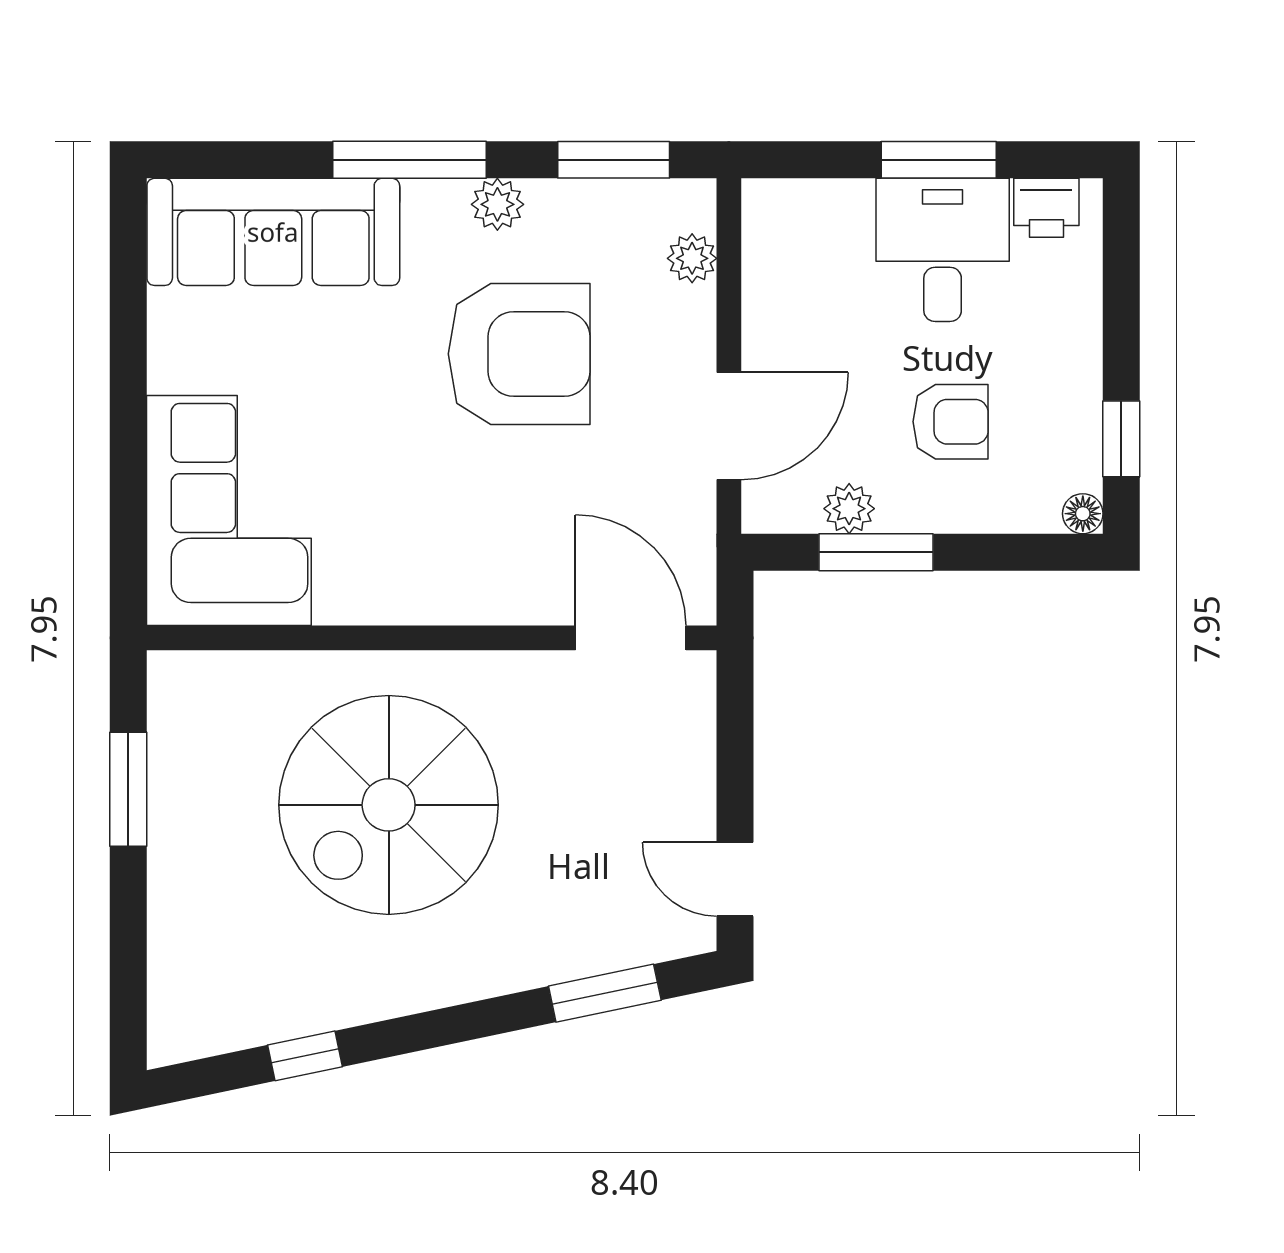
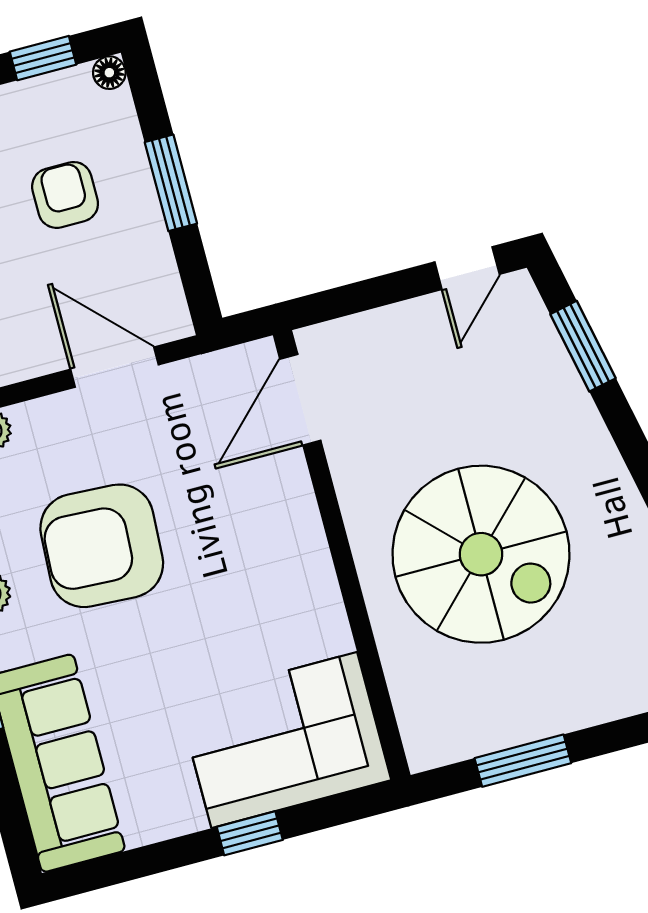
armchair: (519, 354) -> (102, 546), turned -87
window: (128, 439) -> (250, 833), added
plant: (849, 509) -> (154, 256), removed
window: (876, 552) -> (171, 183), moved

